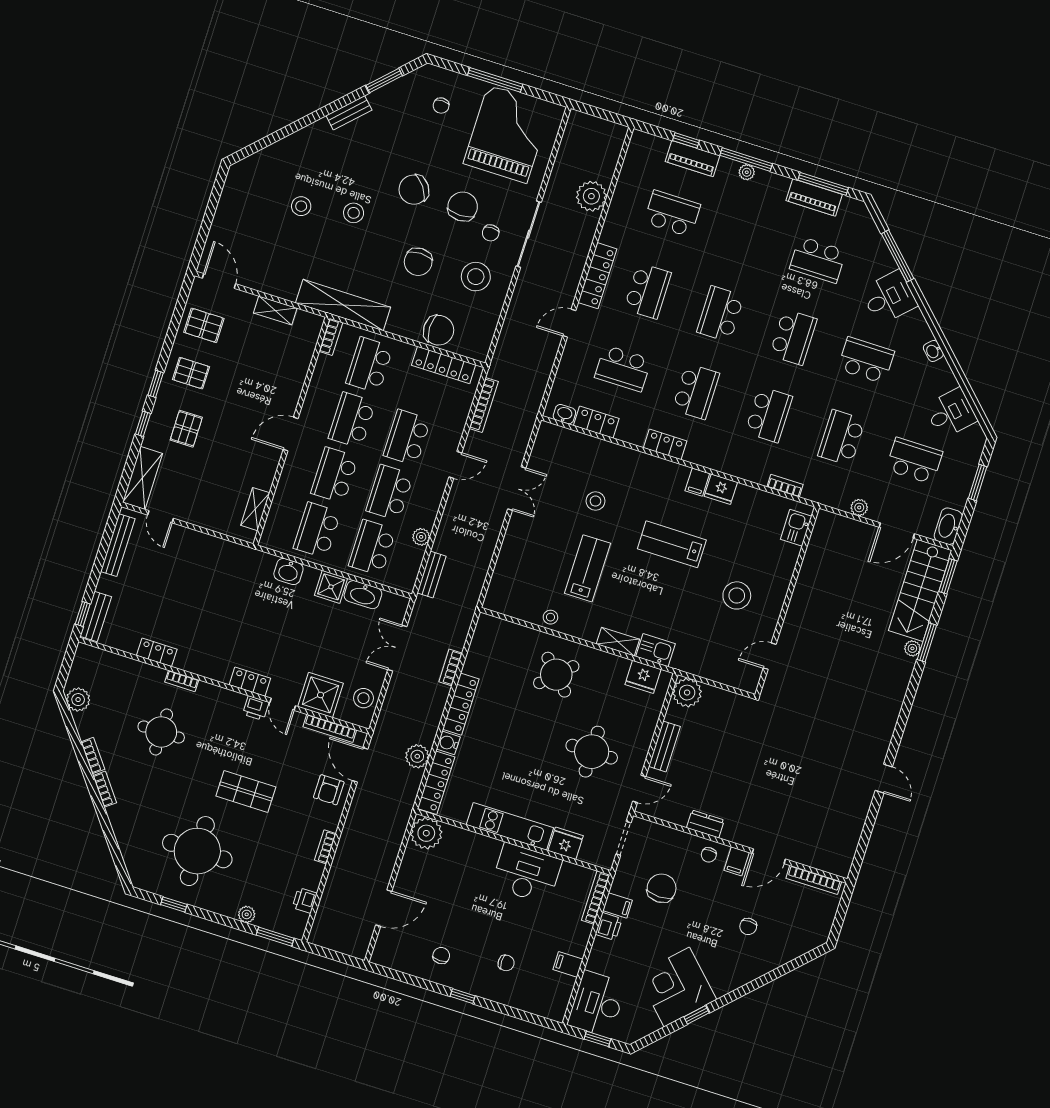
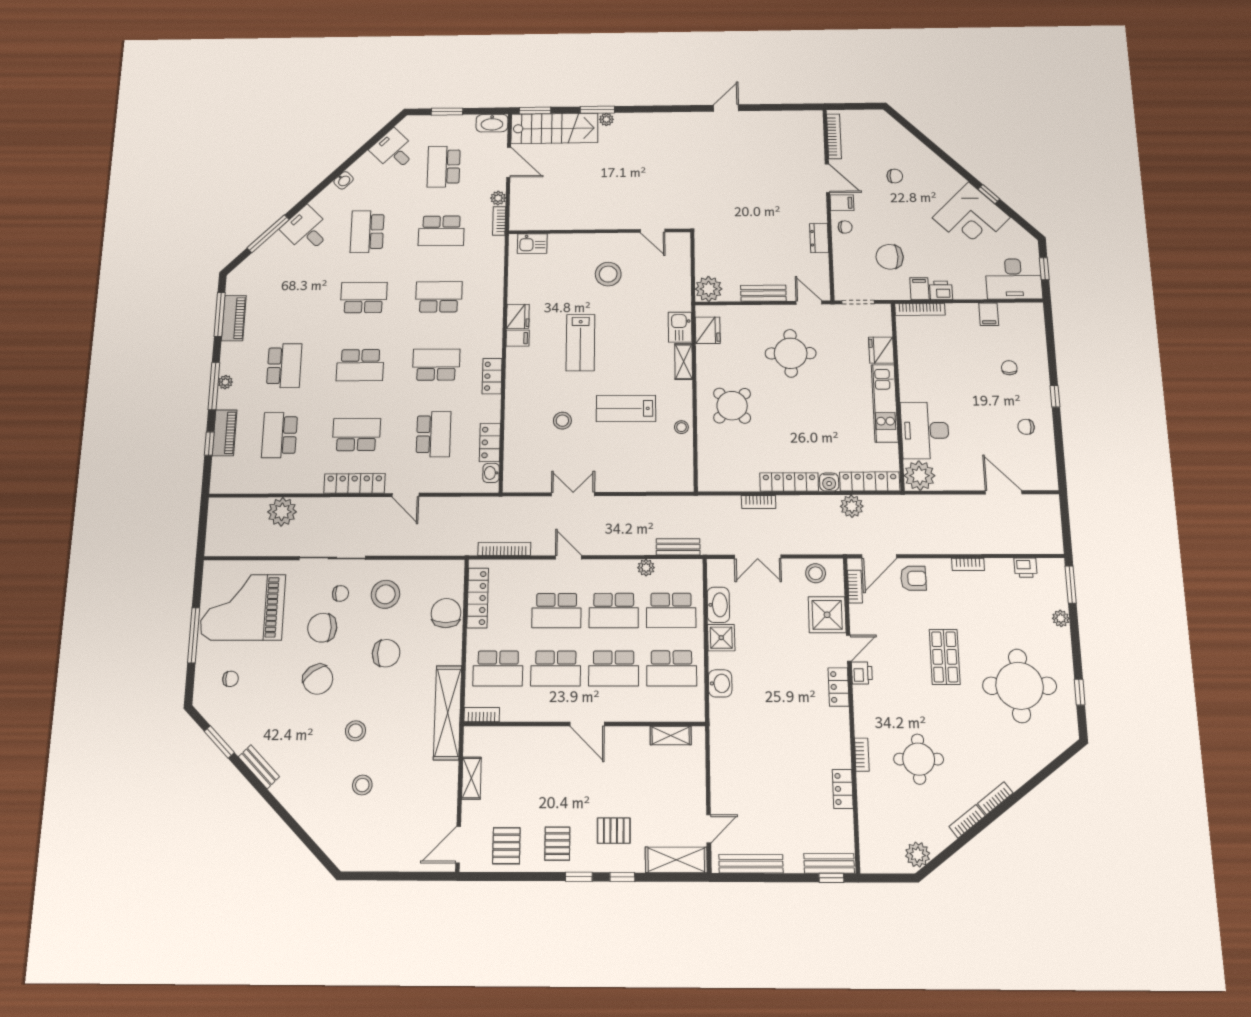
school desk: (818, 260) -> (284, 366), moved
bookcase: (785, 486) -> (499, 221), moved
bookcase: (330, 728) -> (855, 587), width x0.64
desk: (527, 873) -> (925, 430), moved

